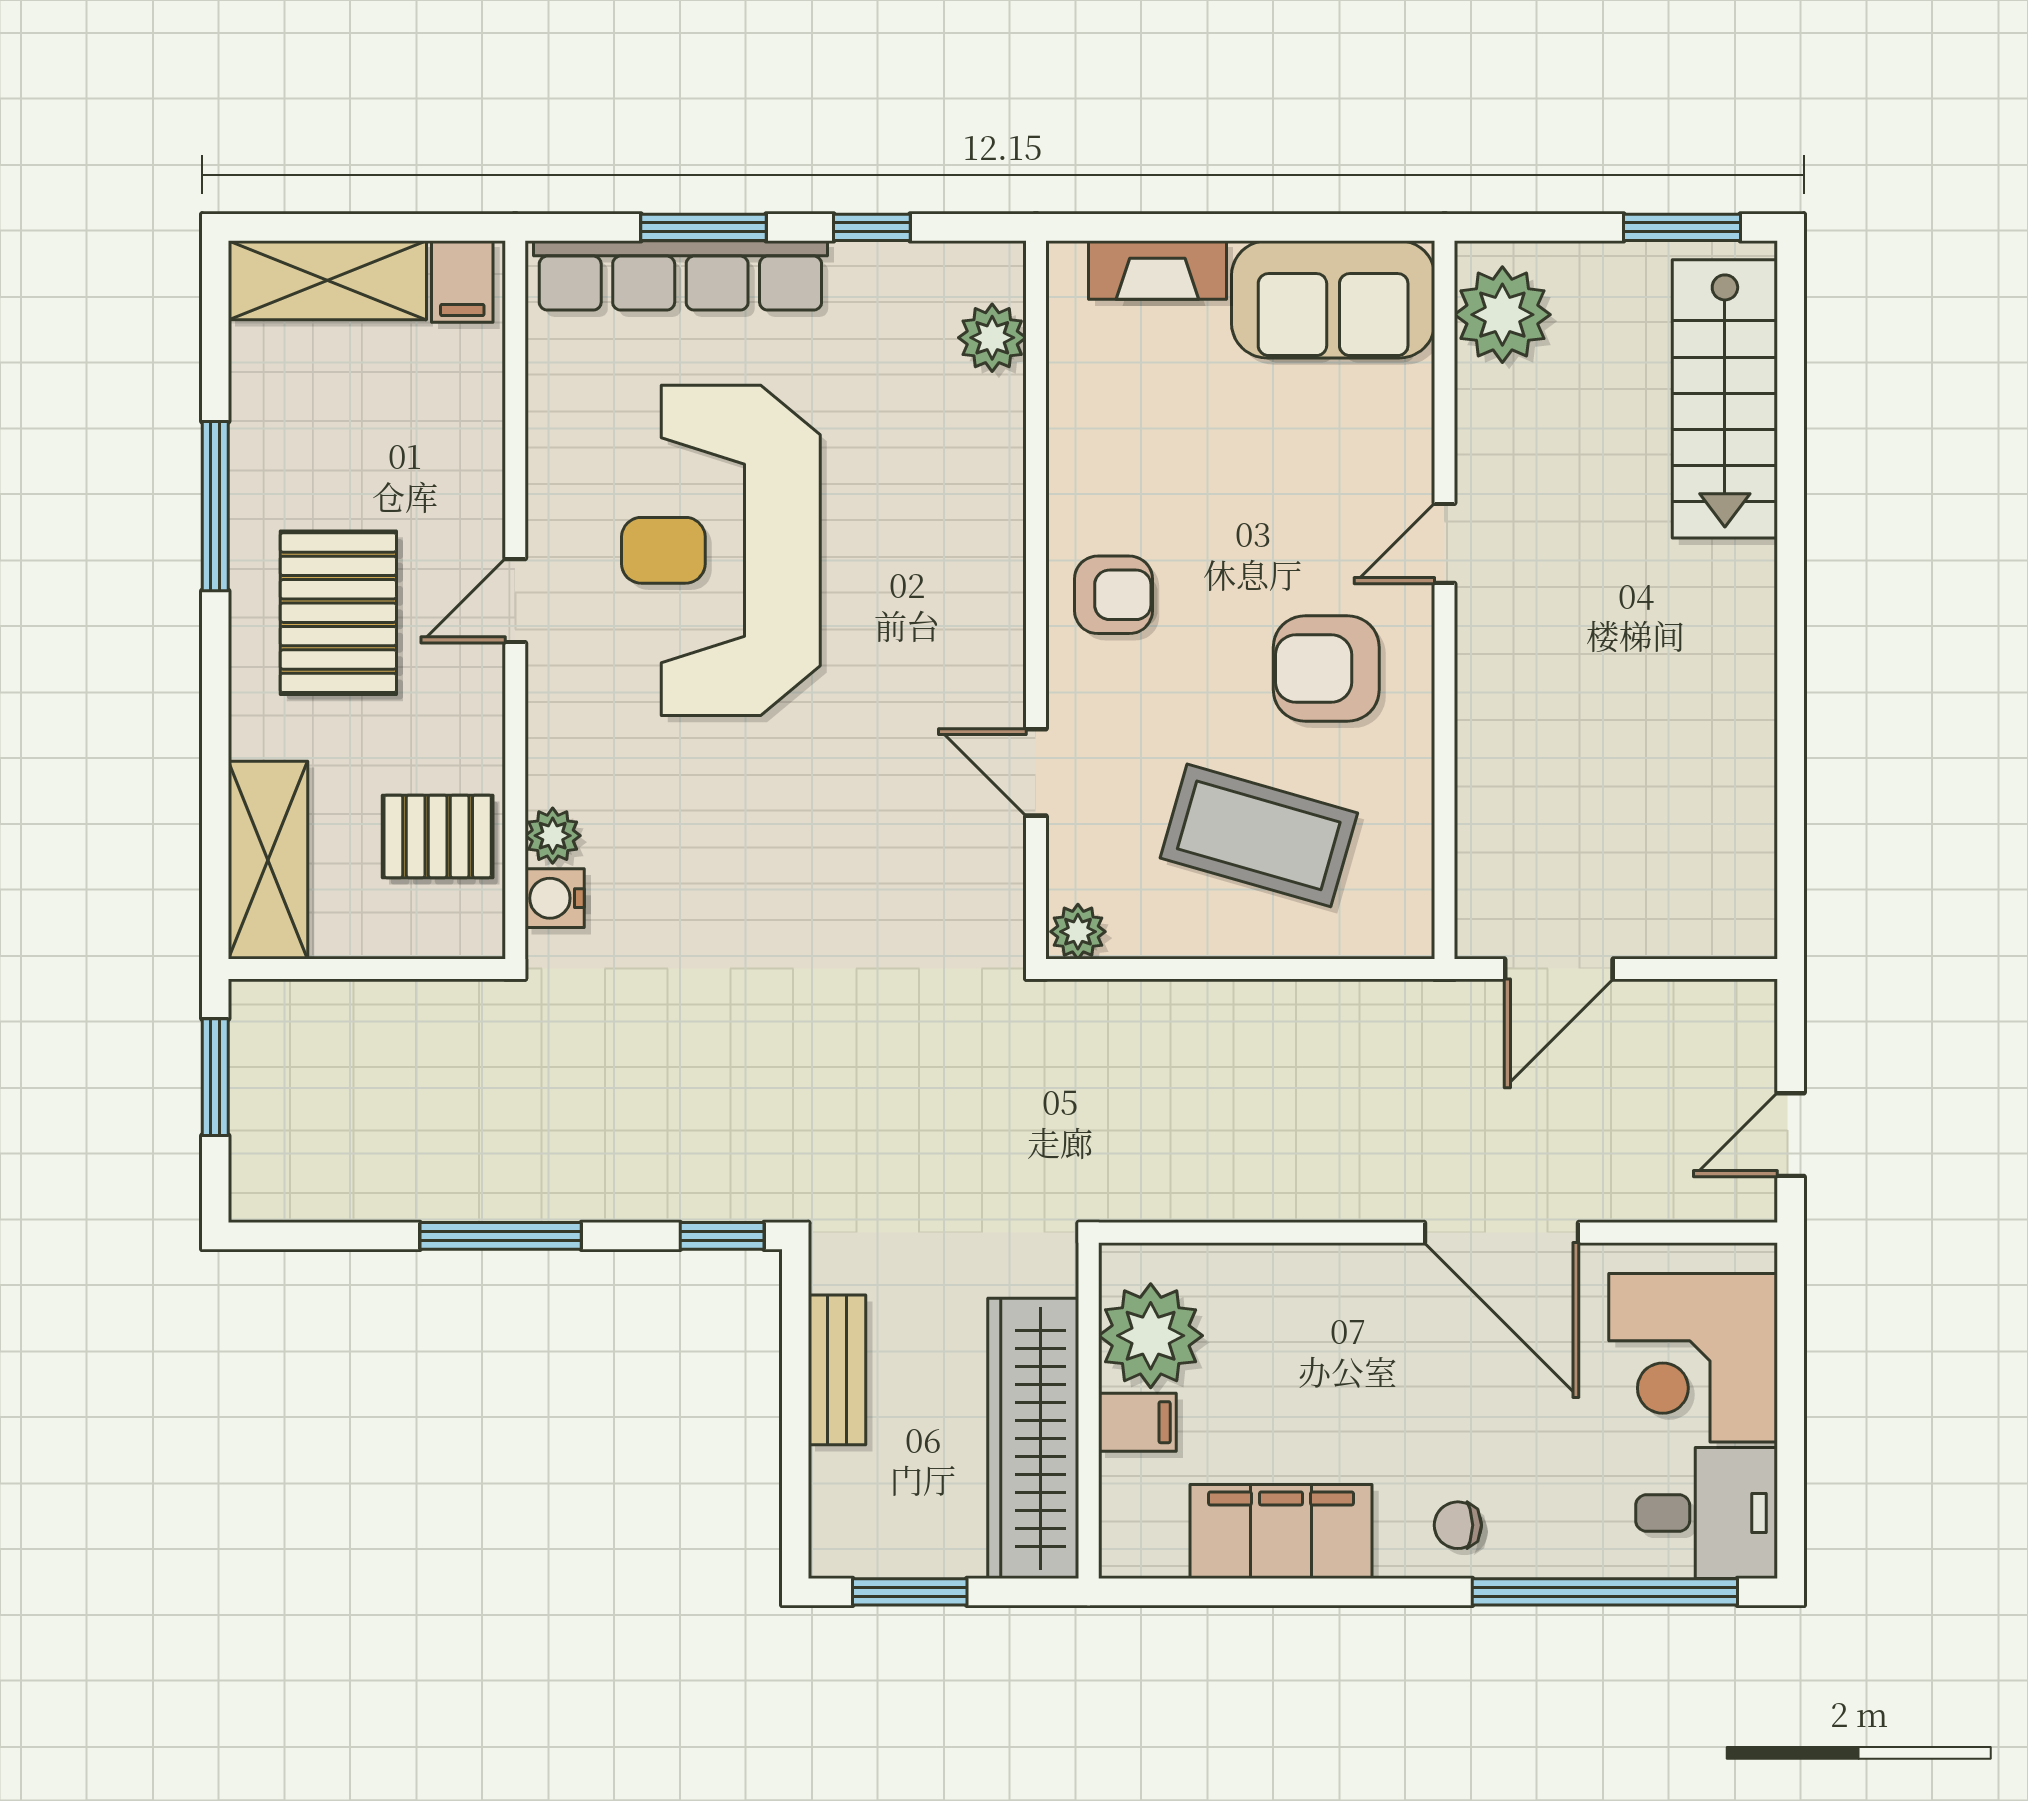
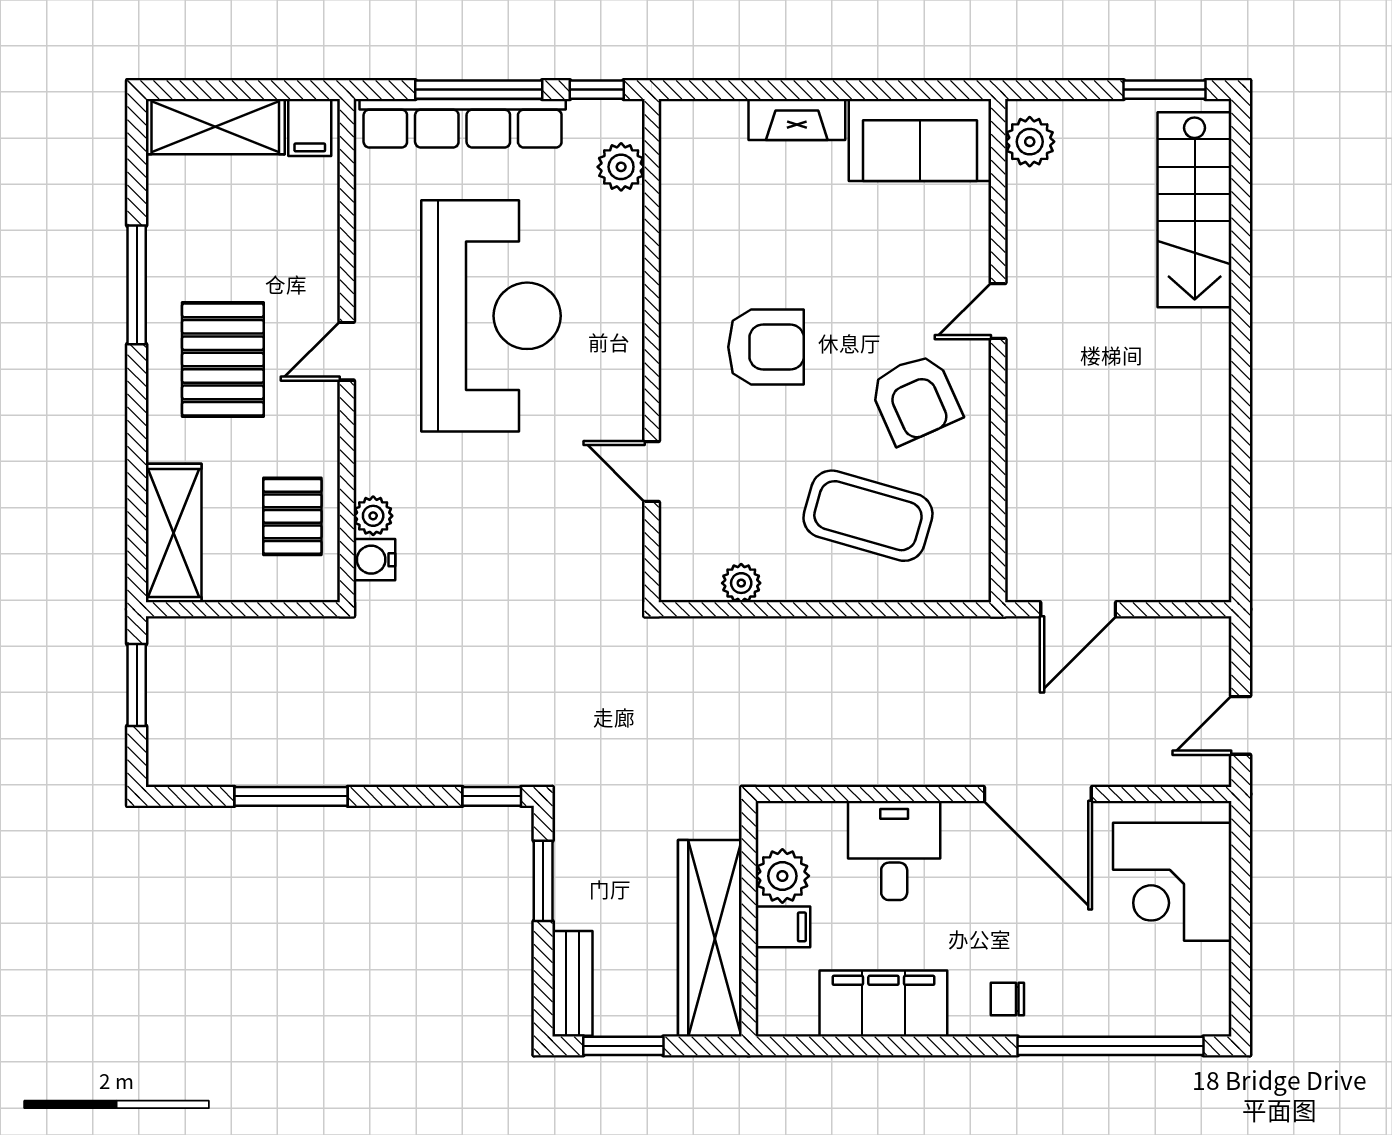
window: (704, 227) -> (479, 90), width x1.44
plant: (1502, 315) -> (1030, 142), width x0.73, depth x0.73
plant: (992, 338) -> (621, 167), moved
reception desk: (721, 550) -> (491, 316), turned 180
armchair: (1113, 595) -> (766, 347), width x1.38, depth x1.38
wall: (1036, 600) -> (652, 351), moved
armchair: (1326, 669) -> (915, 399), turned -114
door: (1036, 772) -> (652, 471), moved
pallet: (438, 836) -> (292, 516), turned 90
window: (501, 1236) -> (291, 796), moved
plant: (1151, 1336) -> (782, 876), width x0.73, depth x0.73
window: (795, 1356) -> (543, 881), added
bench: (837, 1370) -> (572, 983), moved
desk: (1707, 1513) -> (894, 851), moved, turned -90

